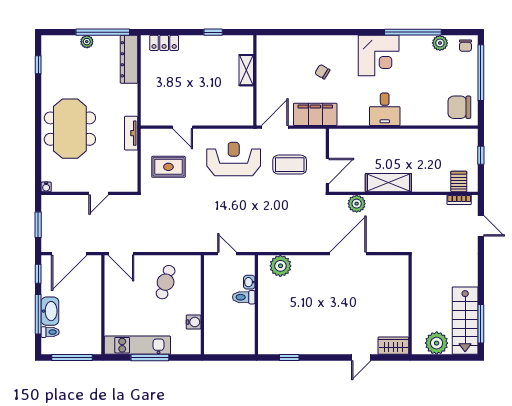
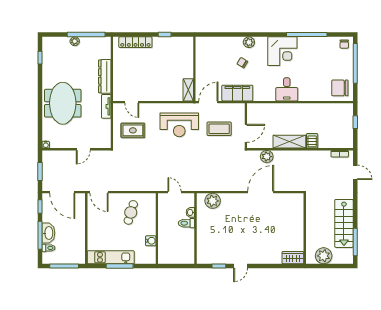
locker: (164, 43) -> (135, 42), width x1.53
plant: (440, 43) -> (249, 42), moved
dresser: (129, 59) -> (105, 76), moved
shelving: (246, 70) -> (188, 90), moved
door: (183, 127) -> (132, 102), moved
reception desk: (234, 159) -> (179, 125), turned 180
server rack: (459, 181) -> (312, 141), moved
door: (69, 254) -> (62, 192), hinge flipped
stairs: (465, 321) -> (344, 223), moved
door: (361, 358) -> (240, 266), moved

